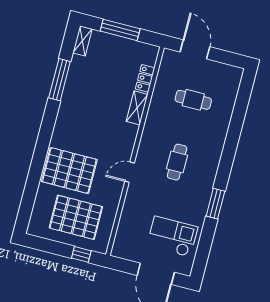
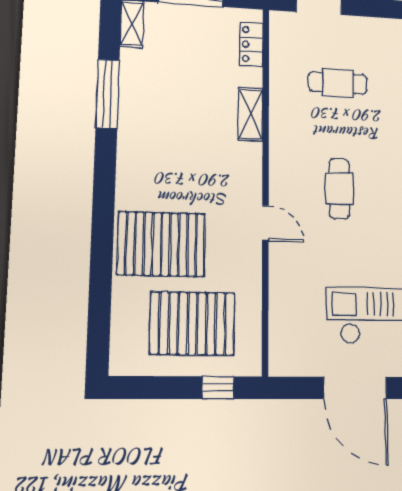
locker: (145, 78) -> (251, 44), moved
door: (130, 172) -> (265, 223), swing flipped

